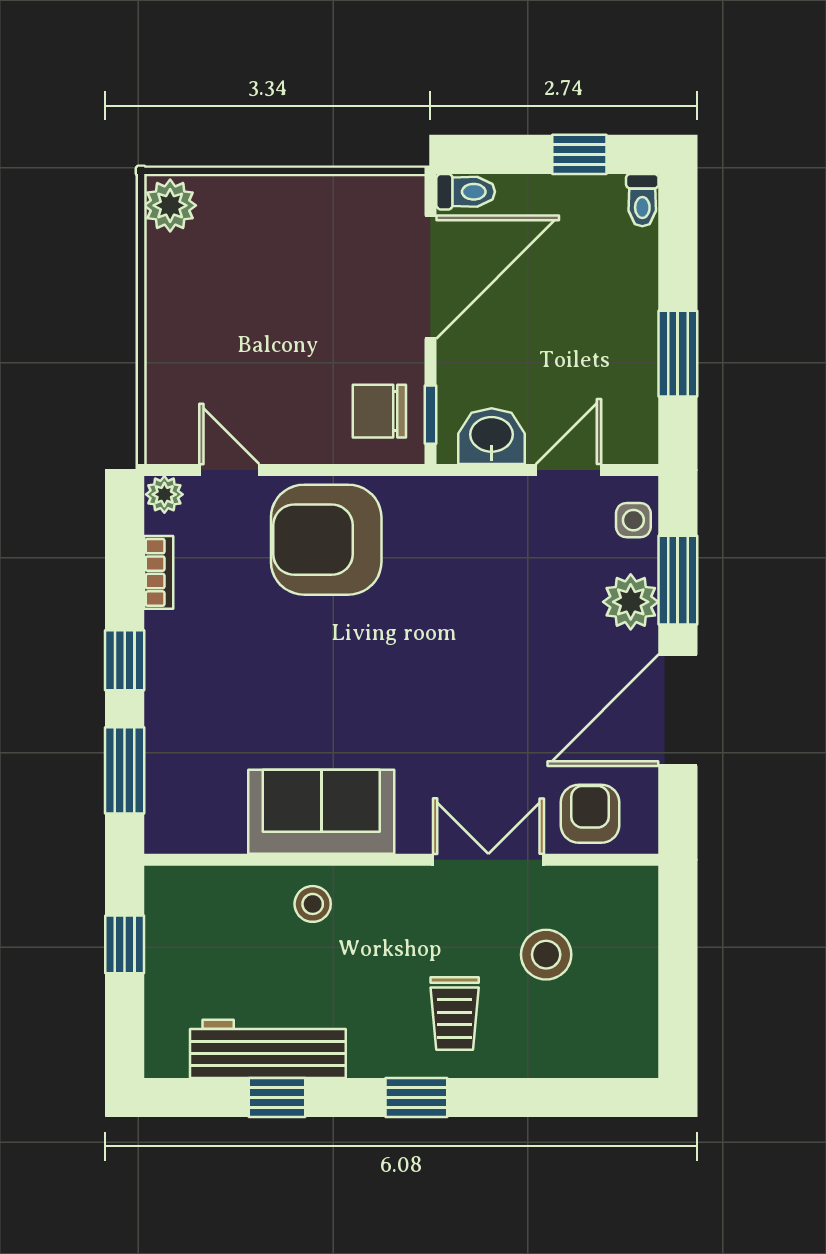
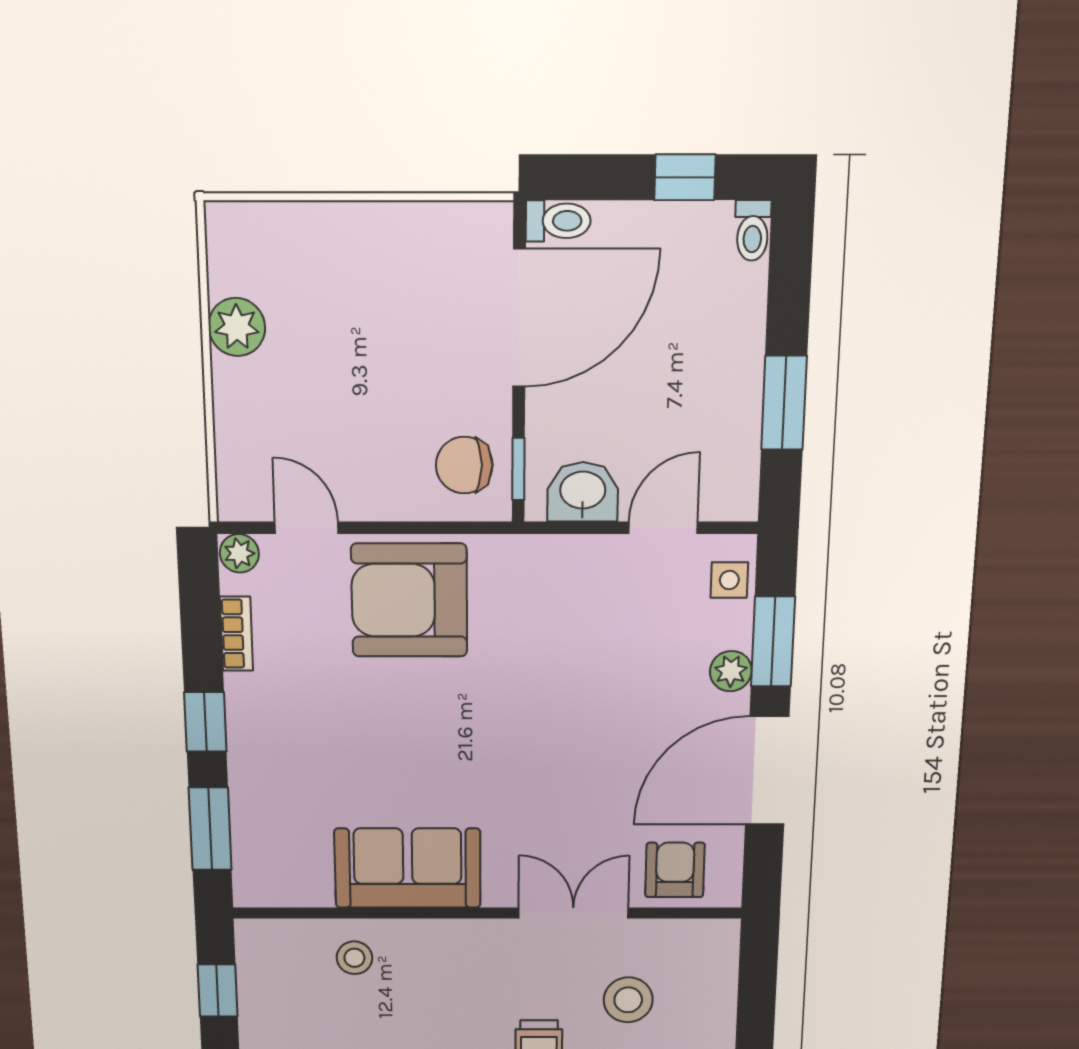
plant: (170, 205) -> (237, 327), moved
plant: (631, 602) -> (731, 671), width x0.73, depth x0.73
stool: (313, 904) -> (354, 958), moved

